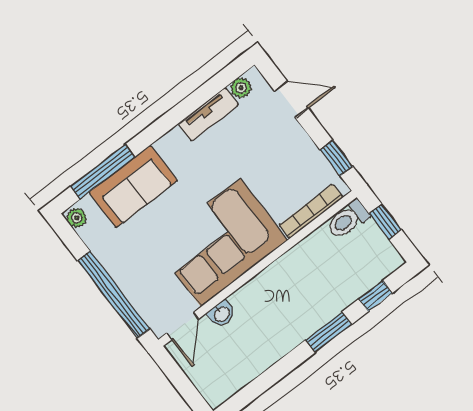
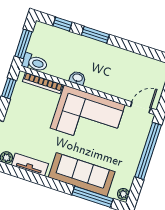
sofa: (133, 186) -> (82, 175), width x1.36
window: (385, 222) -> (23, 44), width x1.50
washbasin: (222, 314) -> (77, 78), moved

